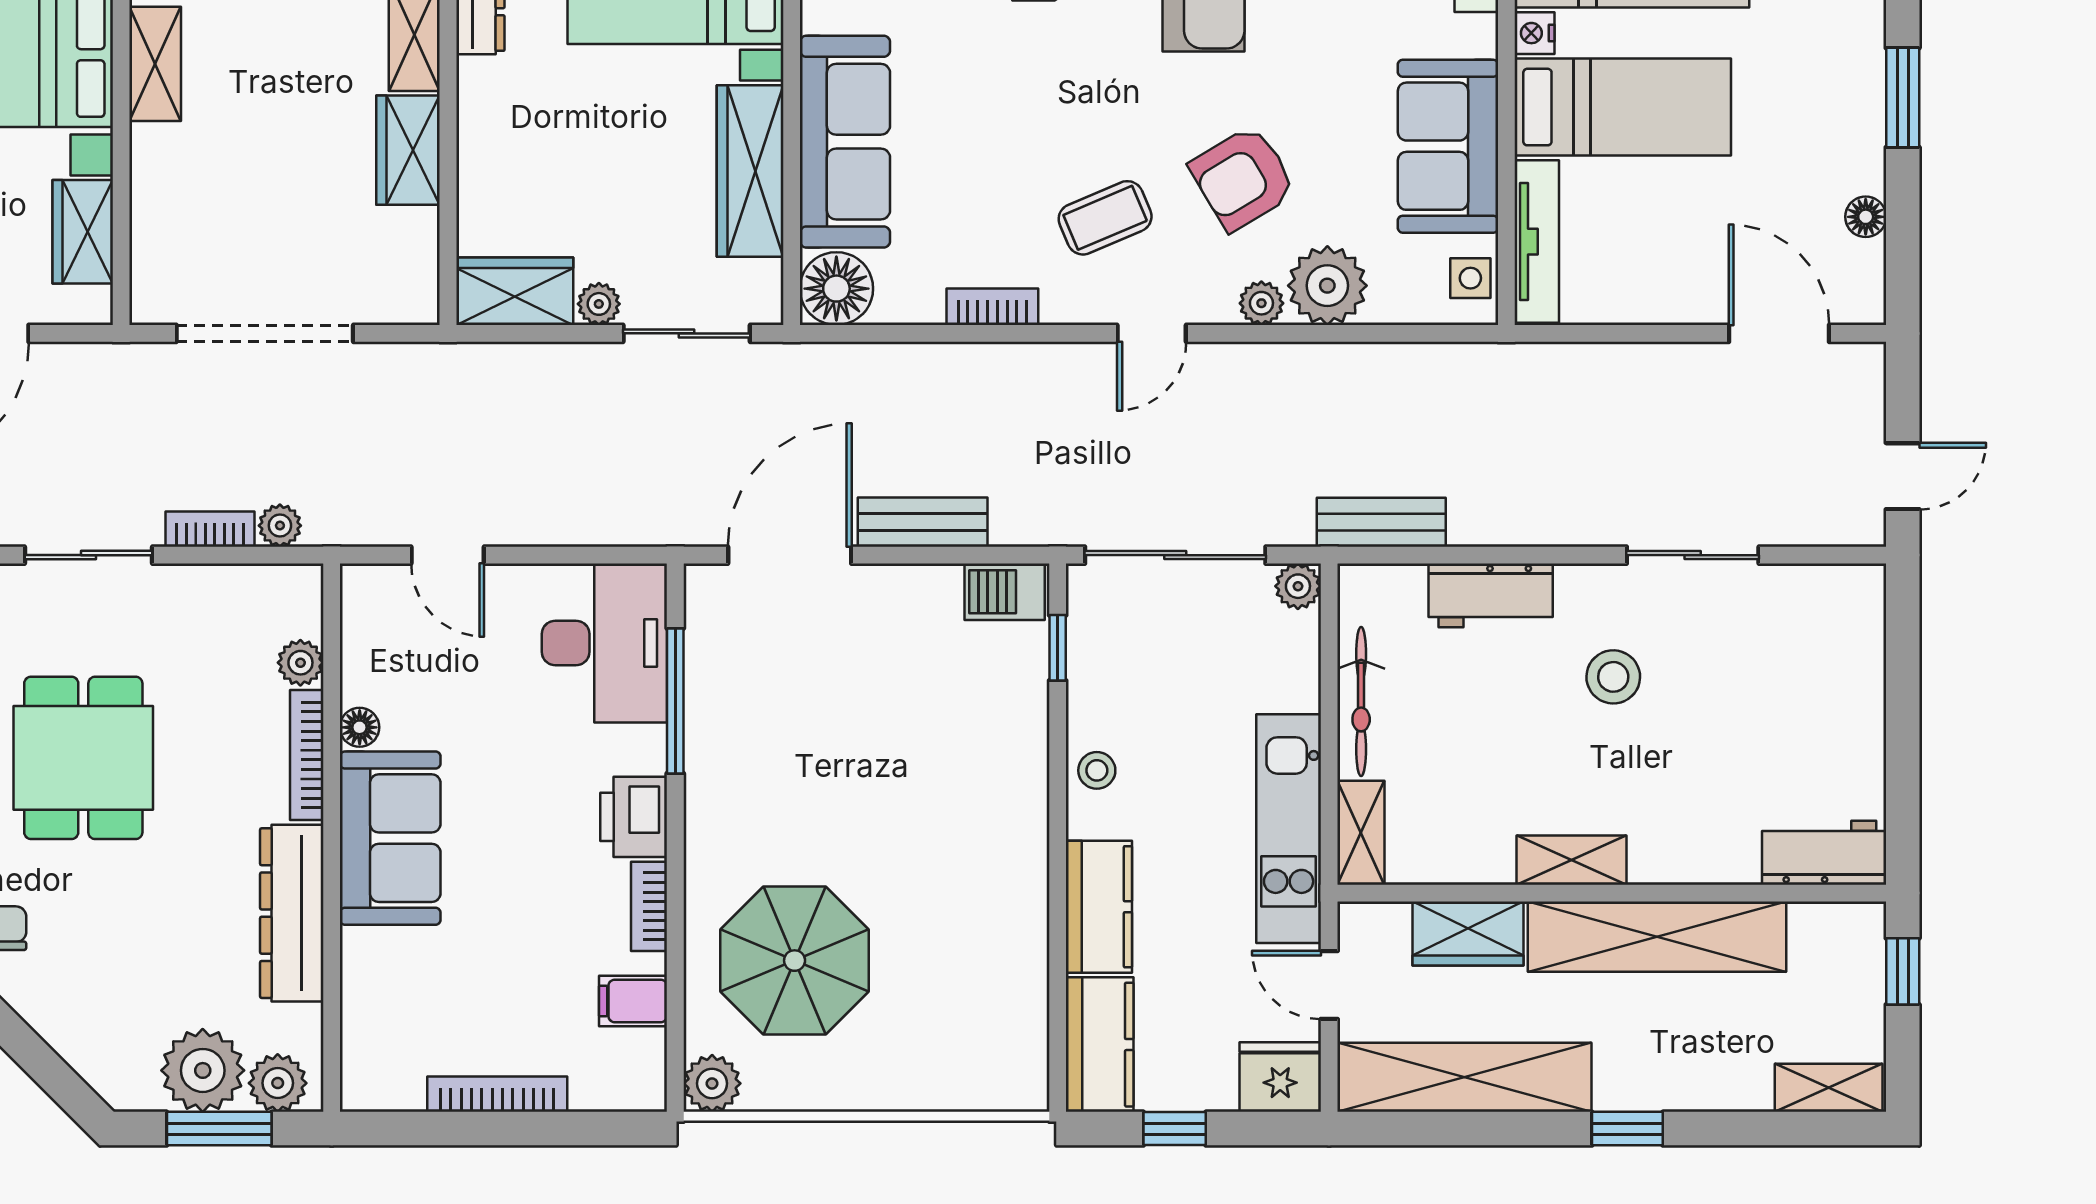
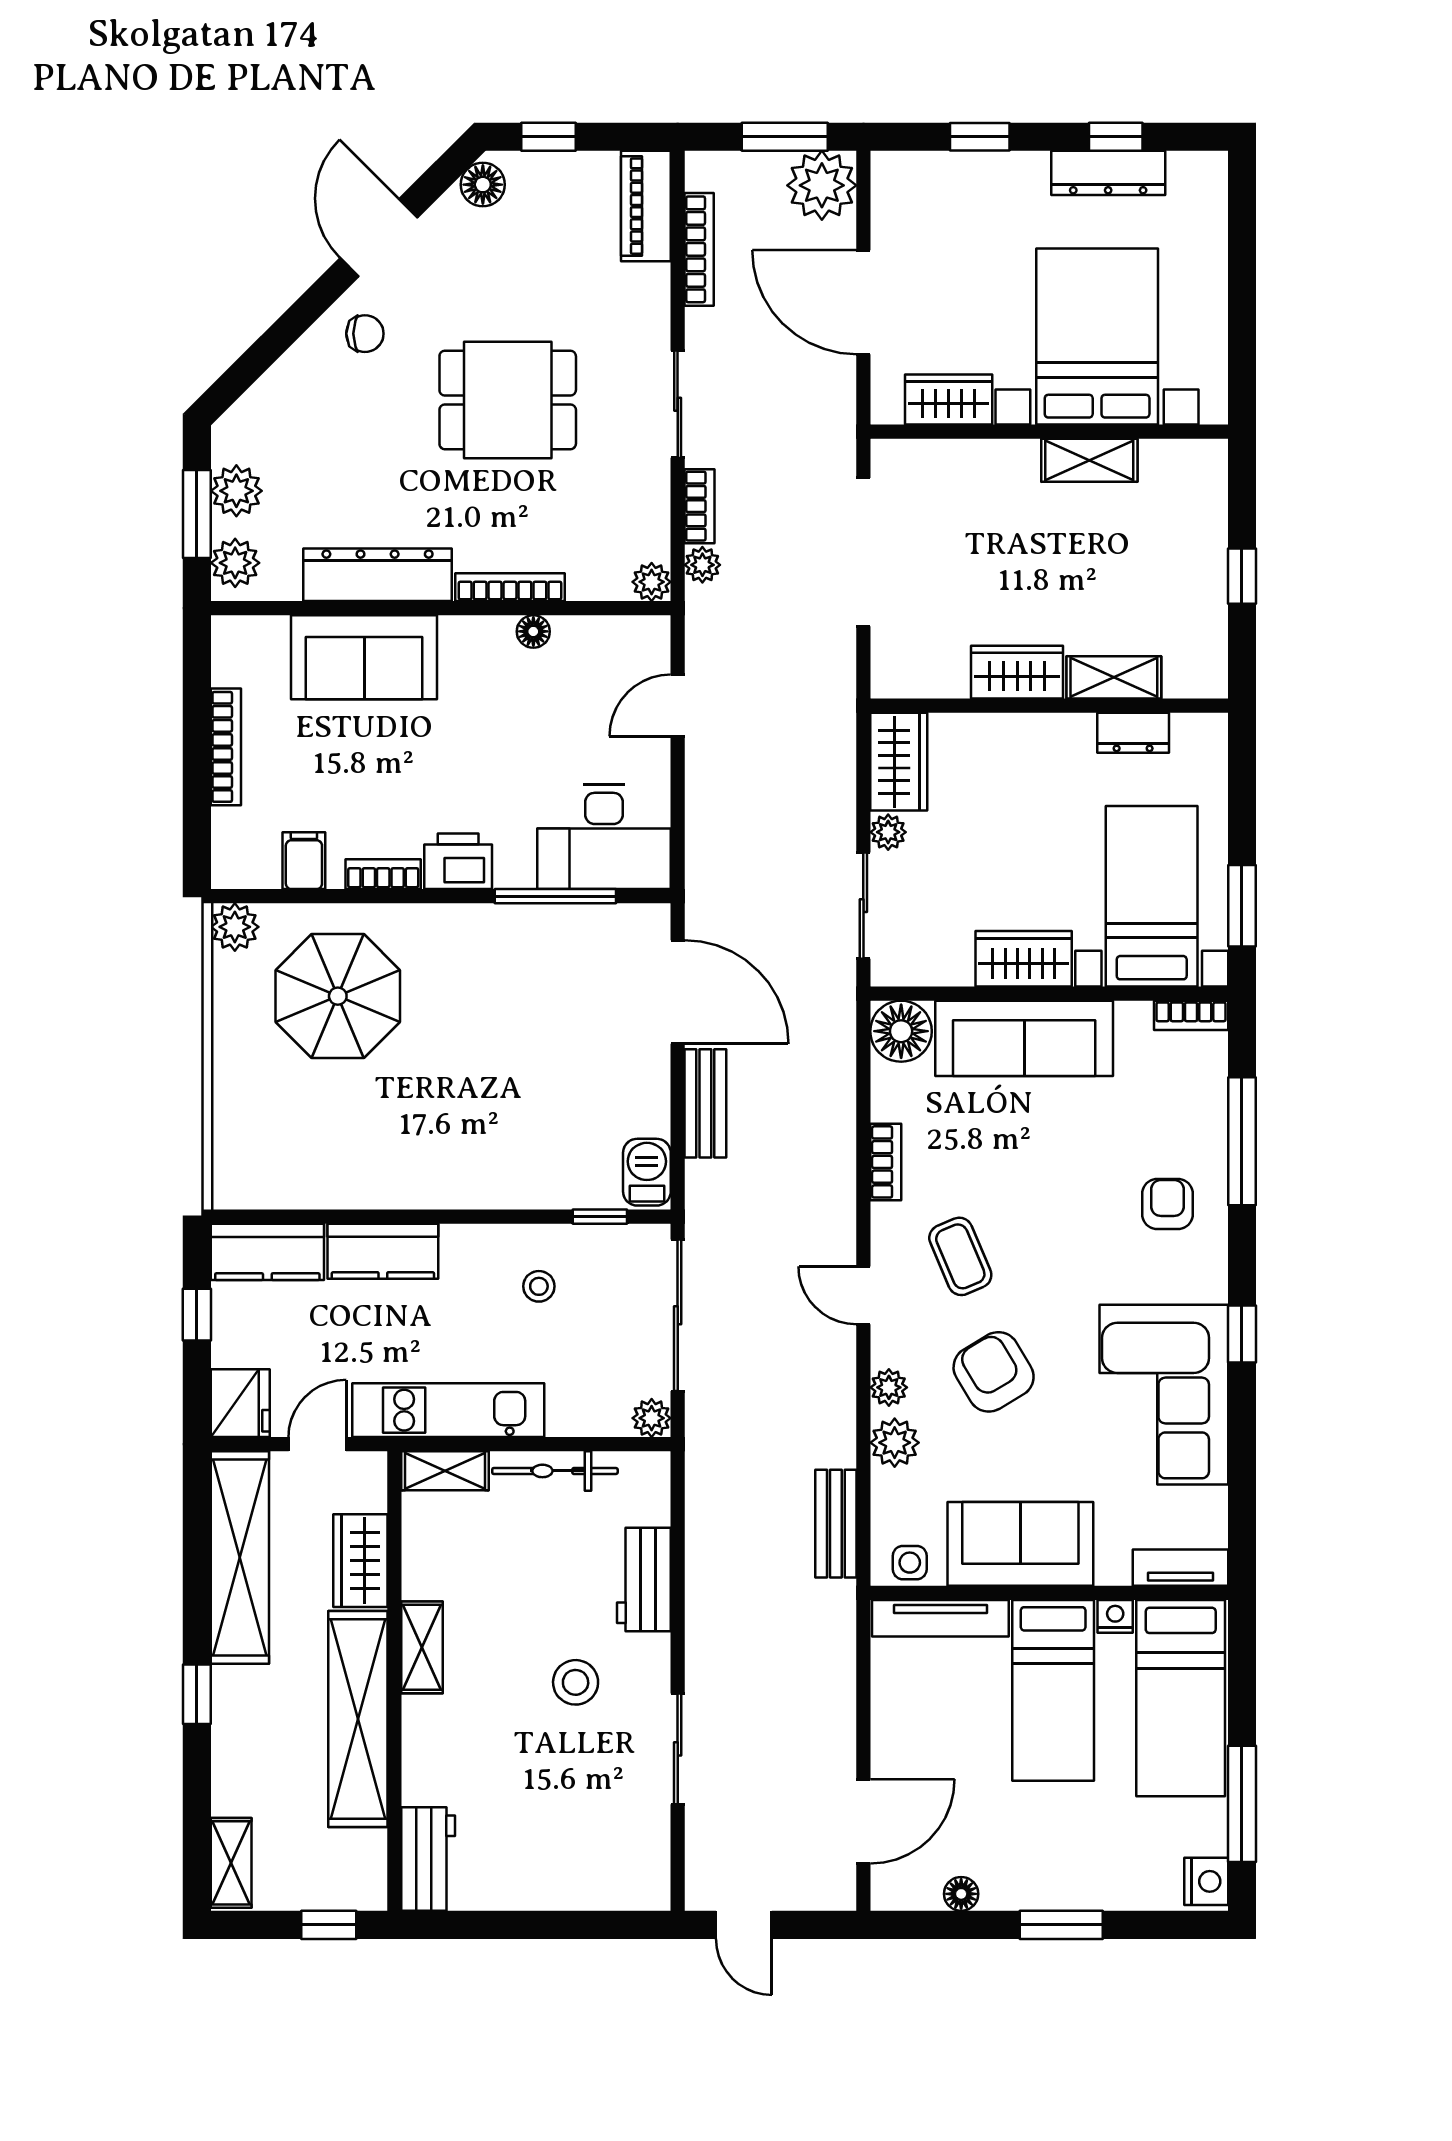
wardrobe: (750, 171) -> (1024, 959), width x0.67
plant: (1327, 286) -> (895, 1443), width x0.73, depth x0.73
bench: (1381, 522) -> (836, 1524), moved
plant: (300, 663) -> (652, 582), moved
stool: (1097, 770) -> (539, 1286), moved
sofa: (390, 838) -> (364, 657), moved
plant: (203, 1070) -> (236, 491), width x0.73, depth x0.73

